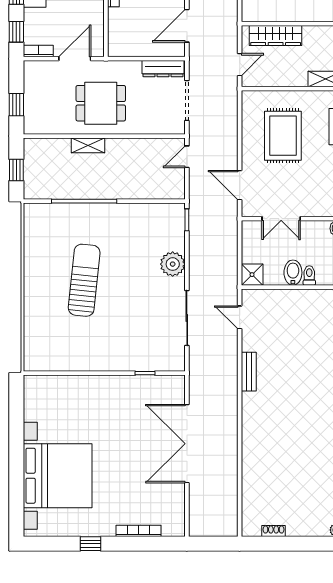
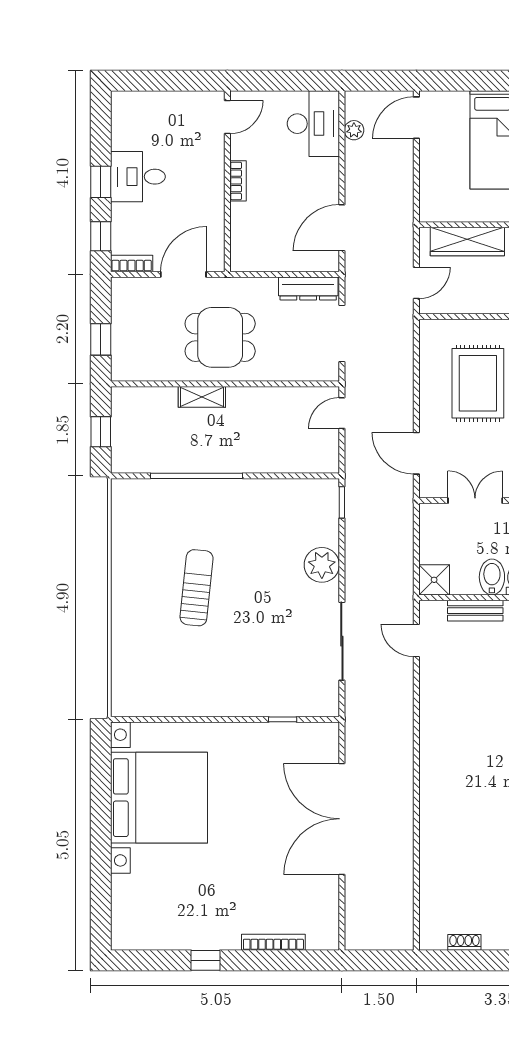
double door: (281, 219) -> (475, 501), swing flipped
sun lounger: (84, 280) -> (197, 588), width x0.73, depth x0.75
bench: (249, 372) -> (475, 611), moved, turned 90
bed with nightstands: (58, 476) -> (159, 798), moved

